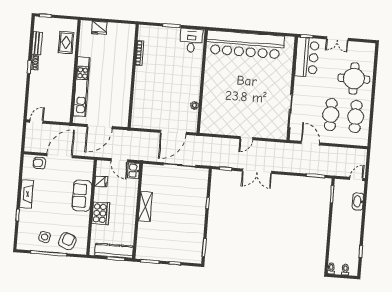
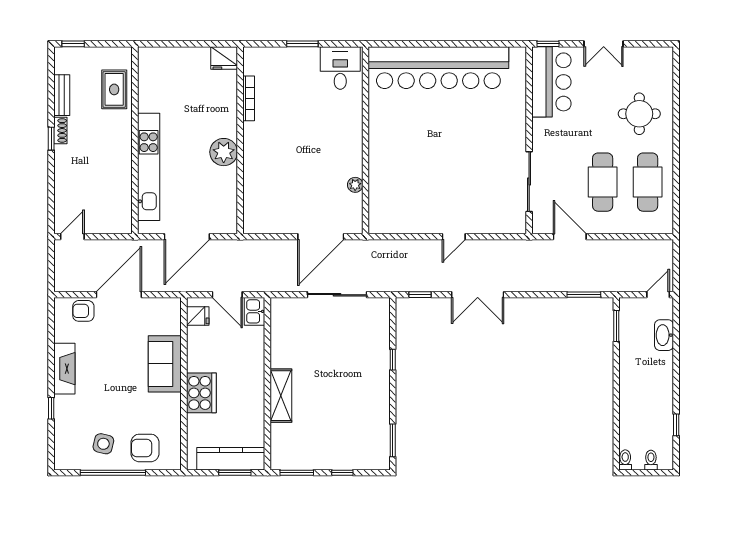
fridge: (99, 28) -> (224, 58), moved
round table: (354, 79) -> (639, 114), width x0.73, depth x0.73
plant: (124, 82) -> (224, 152), added
fridge: (101, 181) -> (198, 316), moved
shelving: (145, 207) -> (281, 396), moved
armchair: (67, 241) -> (145, 448), turned -111

